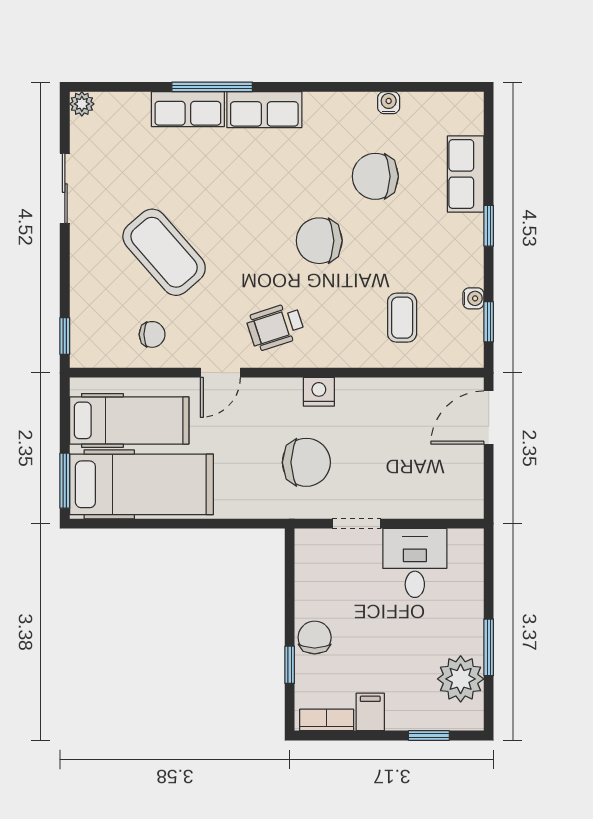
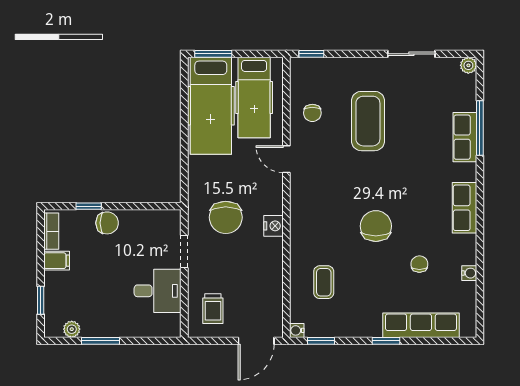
window: (212, 87) -> (480, 128), moved
row of seats: (264, 110) -> (465, 208), moved
row of seats: (466, 174) -> (421, 325), width x1.48
chair: (375, 176) -> (419, 264), width x0.54, depth x0.54
coffee table: (164, 252) -> (368, 121), turned -49
water cooler: (473, 298) -> (297, 330), moved, turned 90
coffee table: (402, 318) -> (324, 282), turned 90
wheelchair: (275, 327) -> (318, 196), removed
door: (489, 417) -> (256, 341), swing flipped
trolley: (441, 481) -> (213, 309), added
plant: (461, 679) -> (72, 329), width x0.53, depth x0.53

